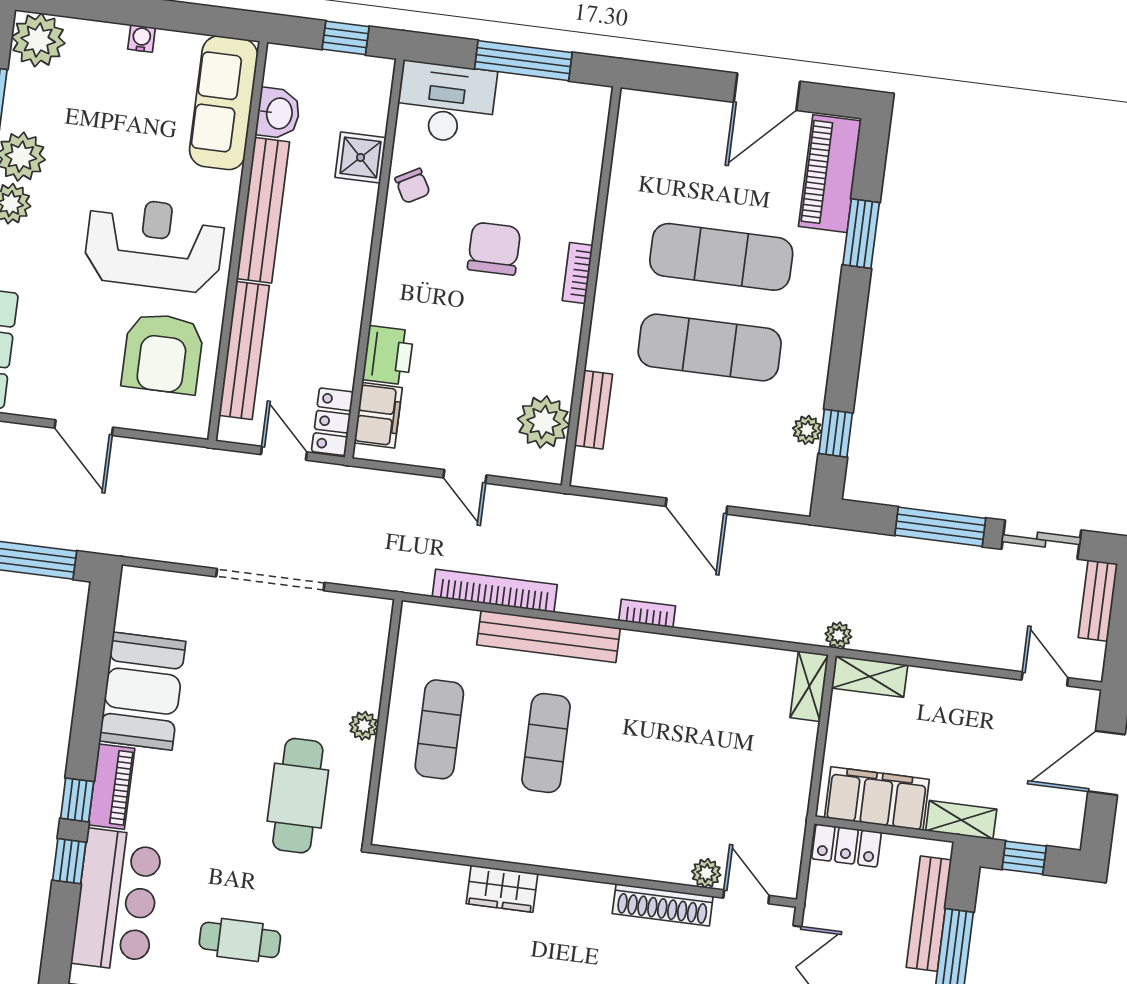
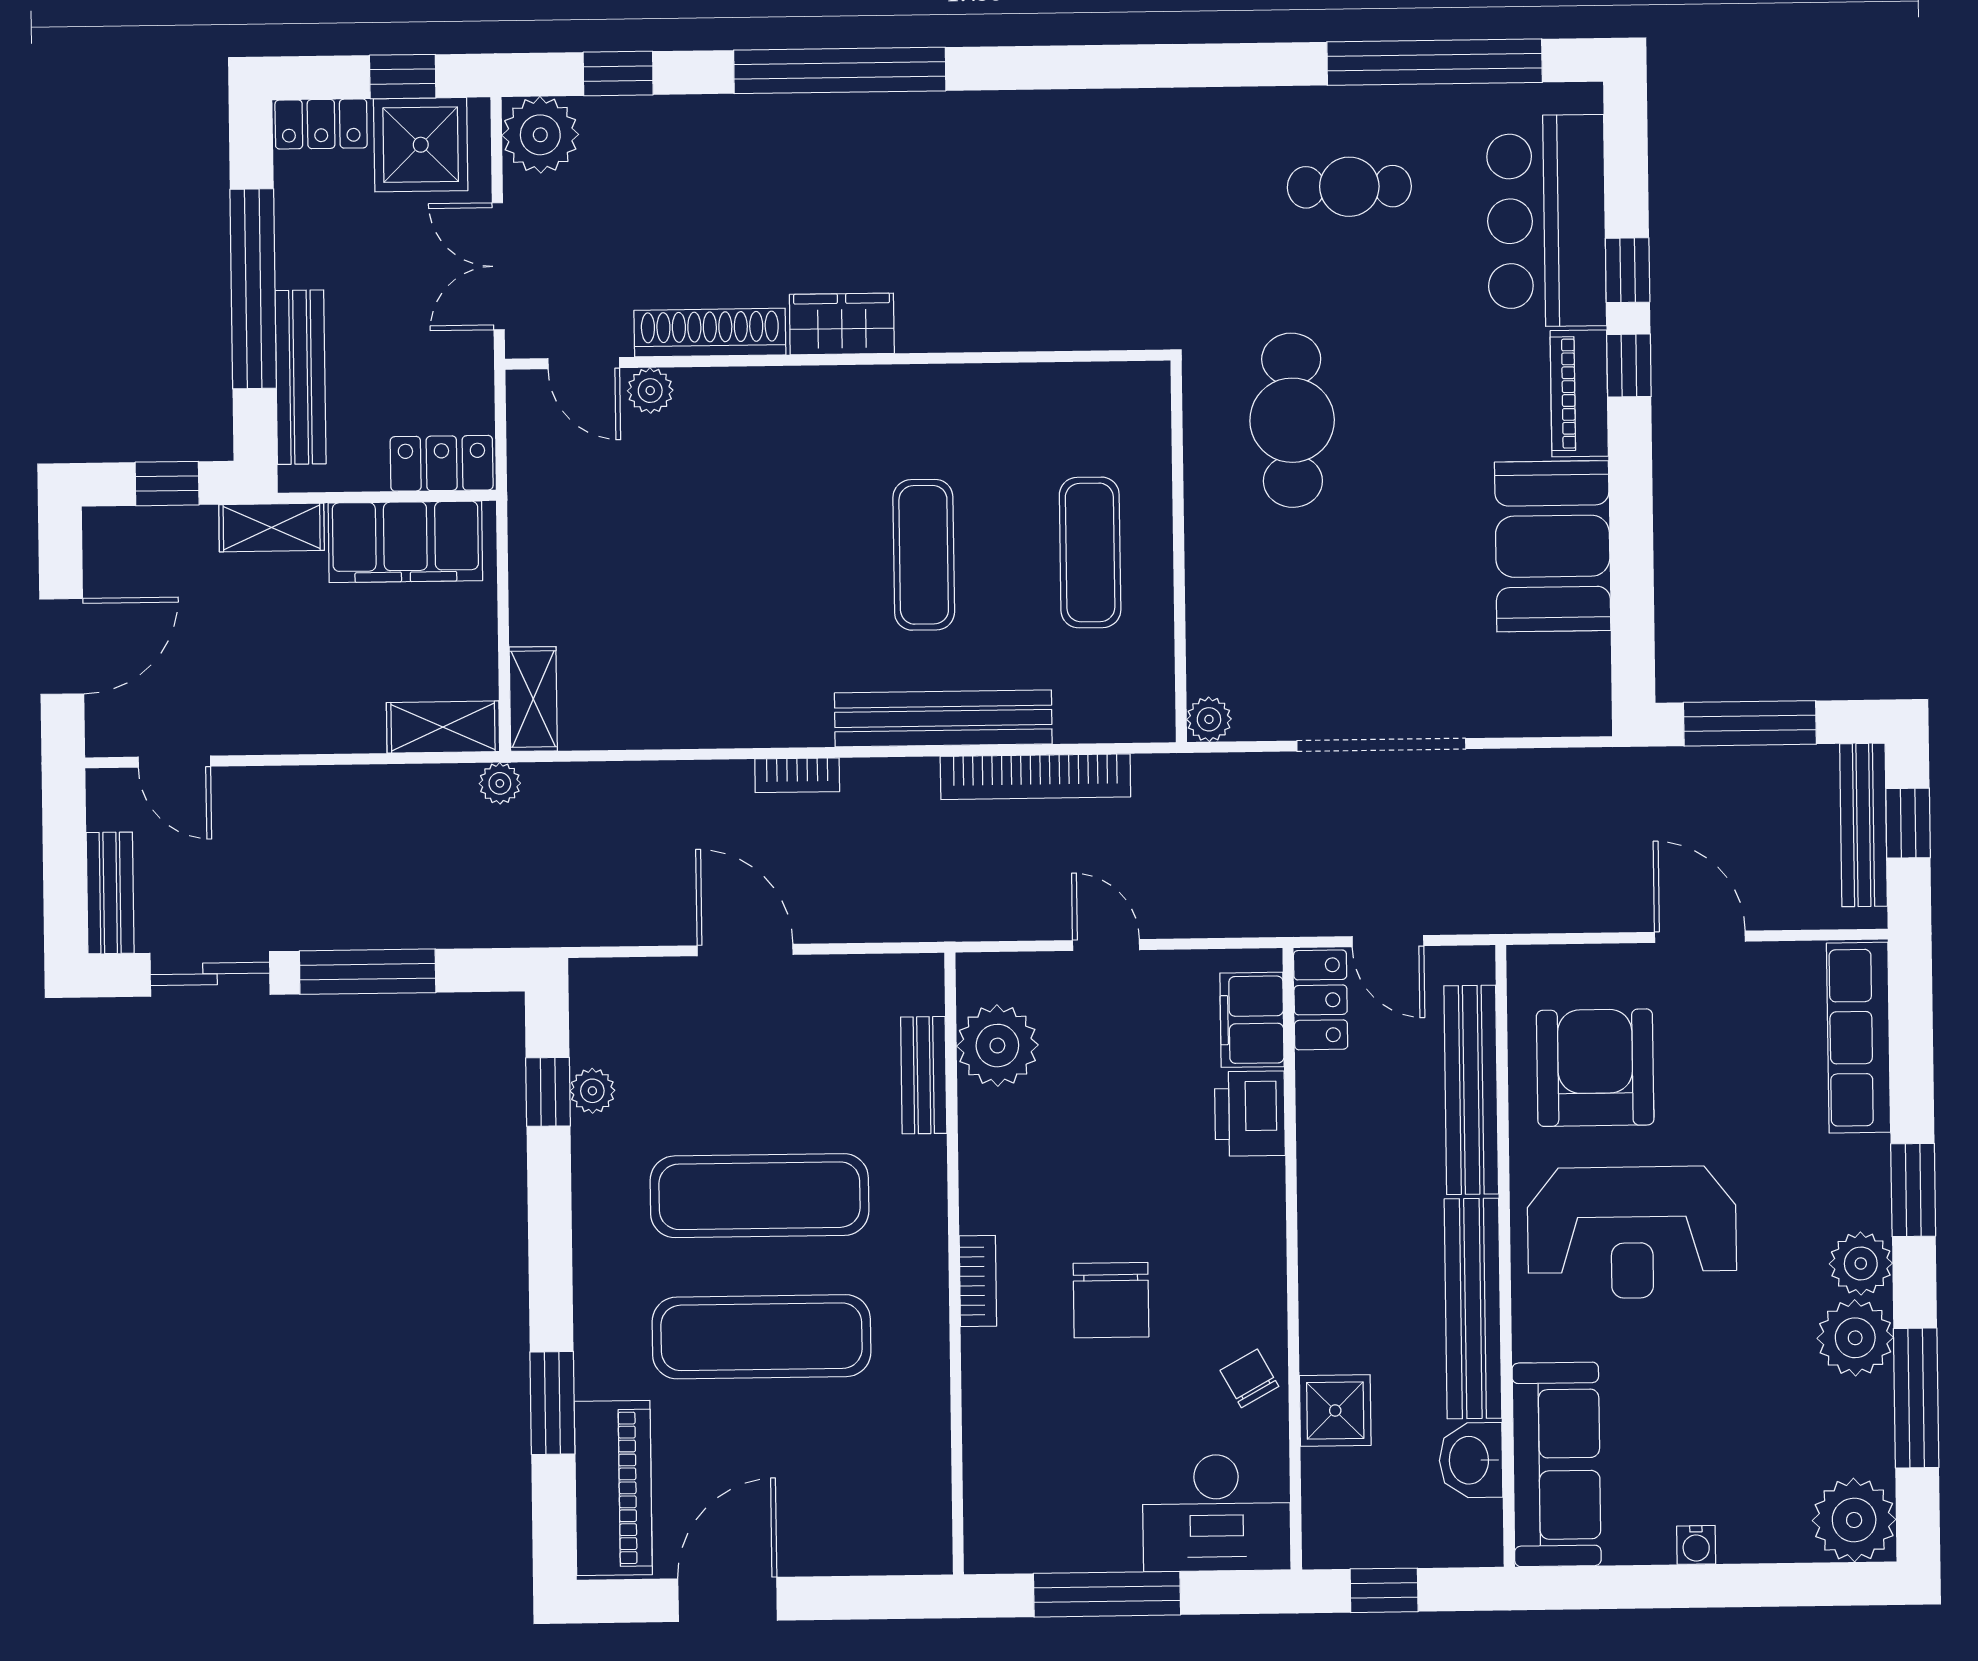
plant: (364, 726) -> (1209, 719), moved
wardrobe: (502, 889) -> (842, 324), moved

